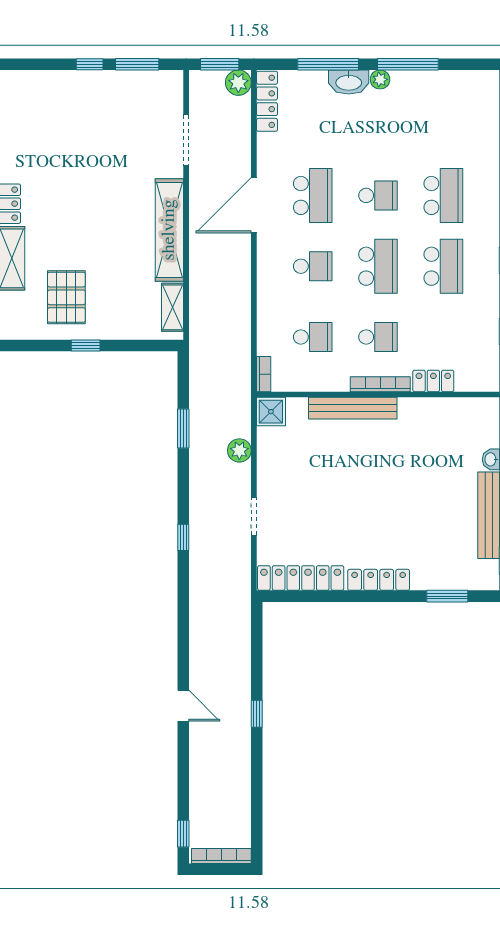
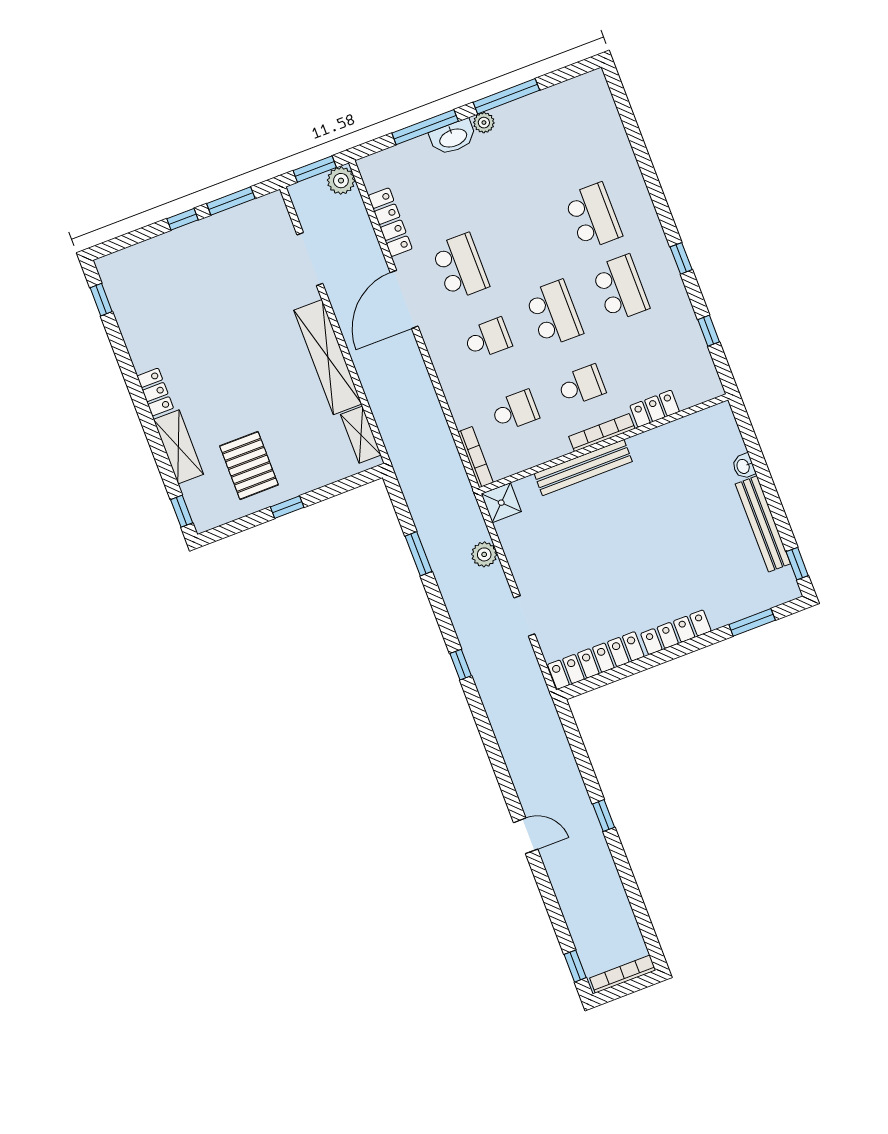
locker: (267, 101) -> (390, 222), moved
school desk: (378, 195) -> (527, 241), removed
bookcase: (264, 374) -> (476, 457), width x1.56

